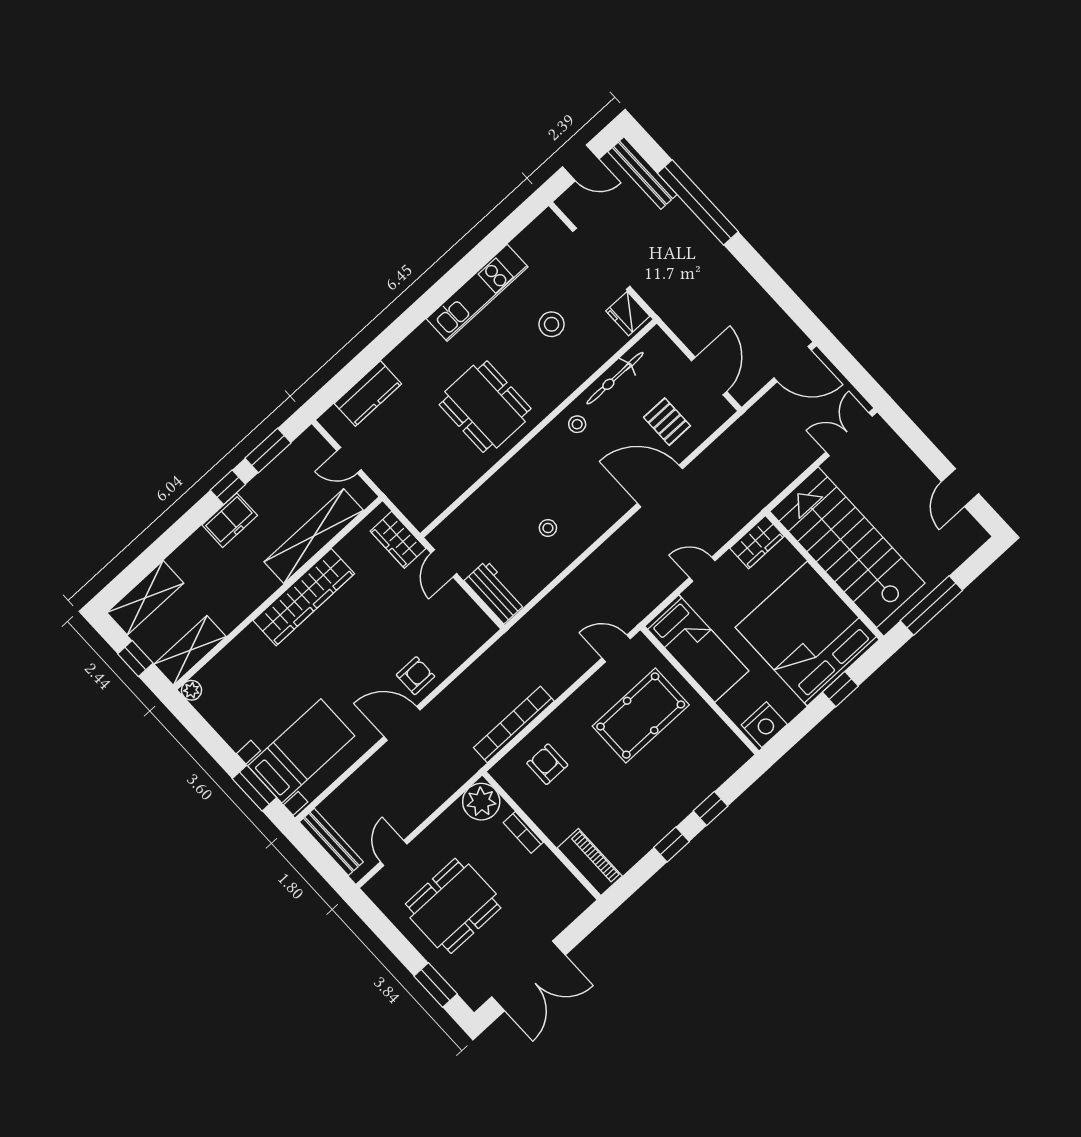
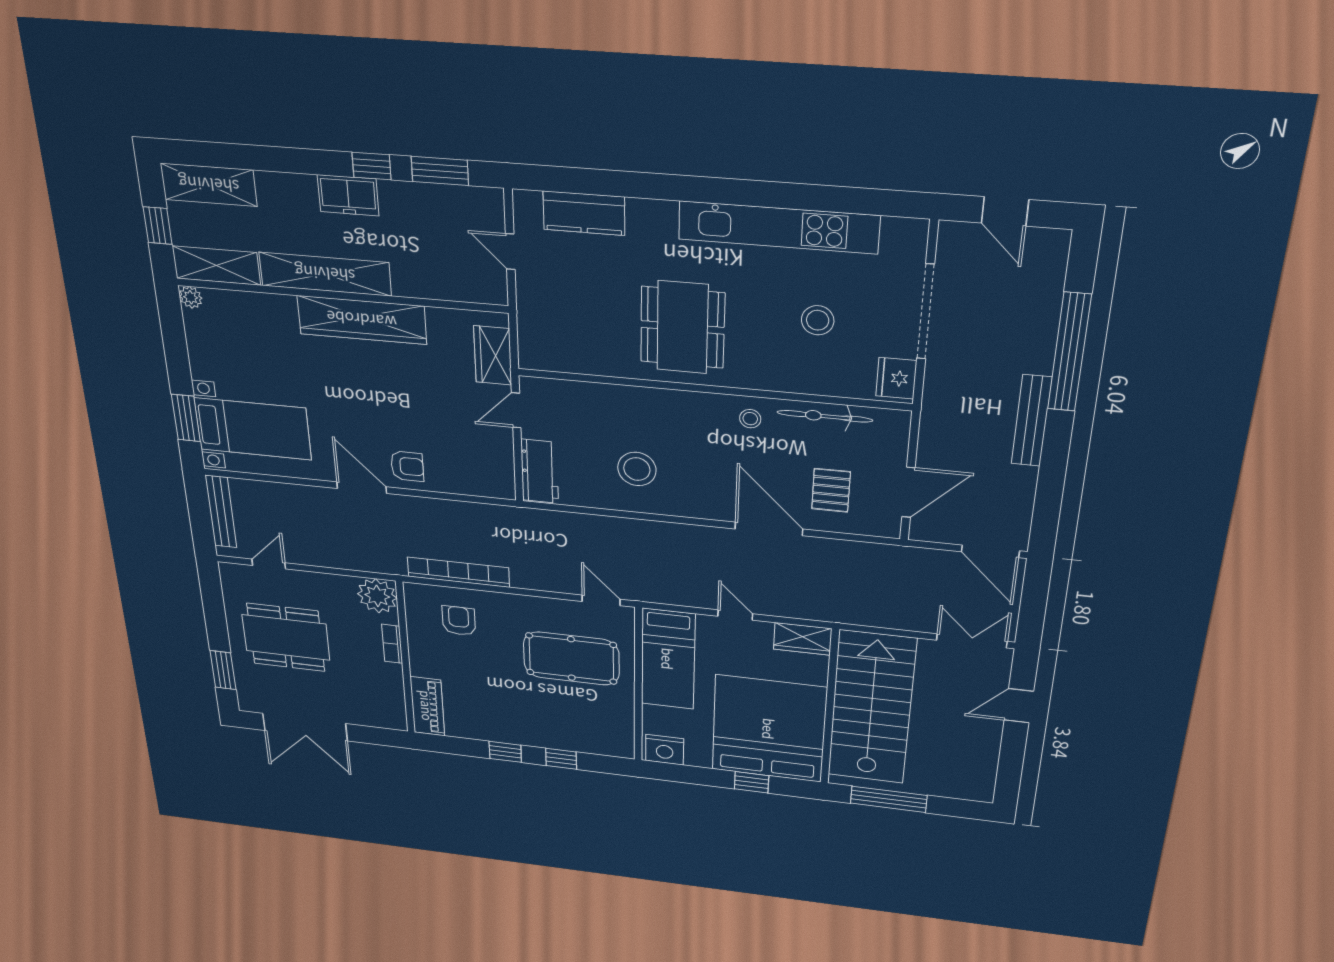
bench: (642, 173) -> (1031, 421), moved
kitchen unit: (477, 293) -> (778, 227), width x1.36
door: (960, 488) -> (1019, 706), moved
stool: (548, 528) -> (637, 469), width x1.89, depth x1.89
shelving: (314, 536) -> (325, 274), moved

